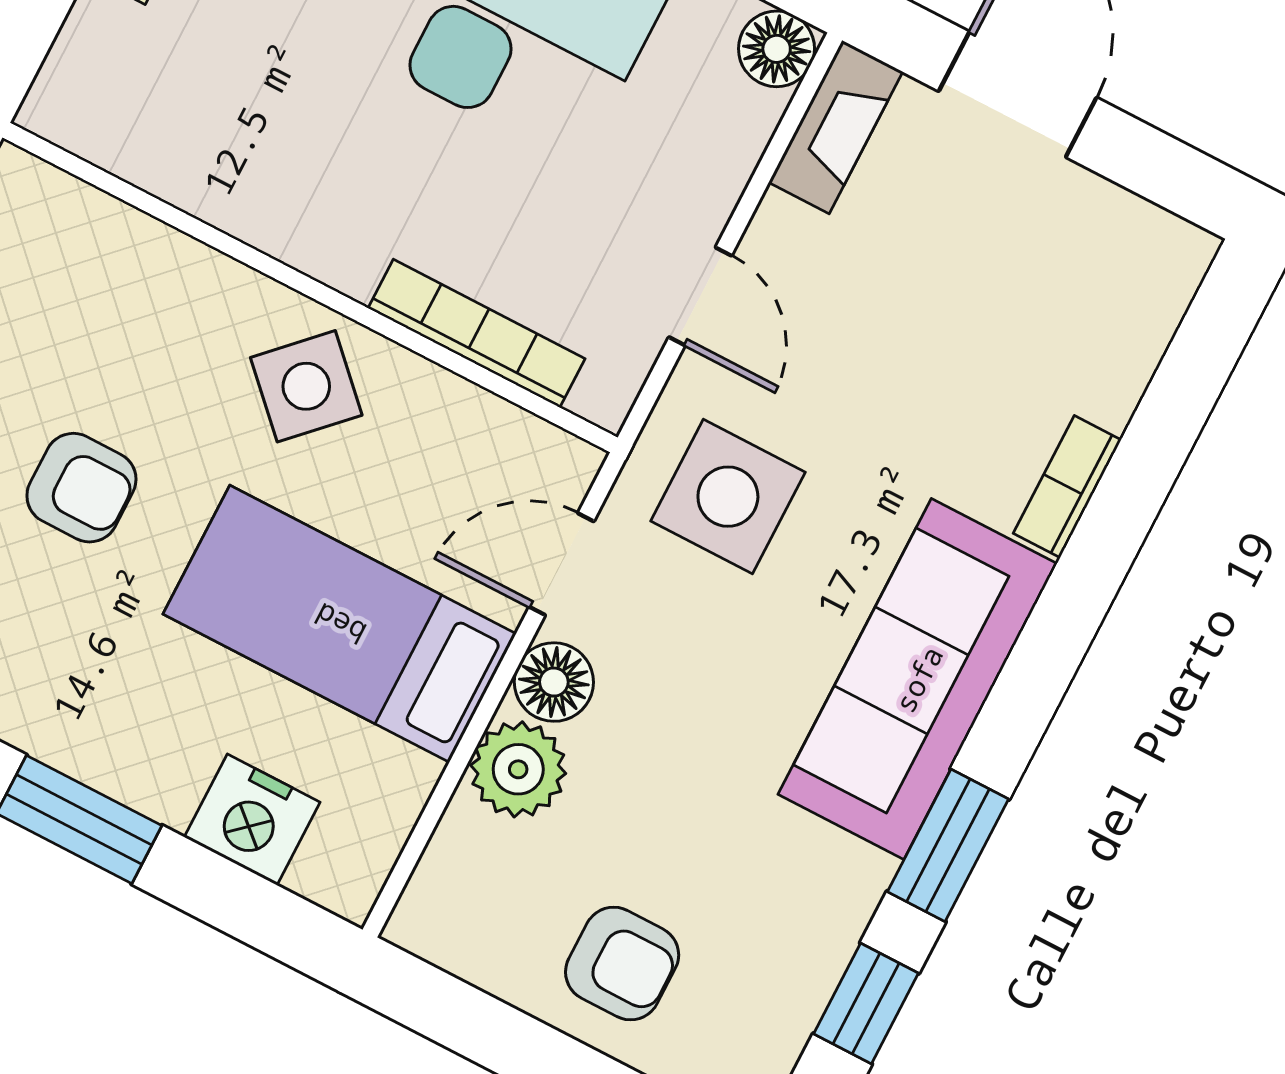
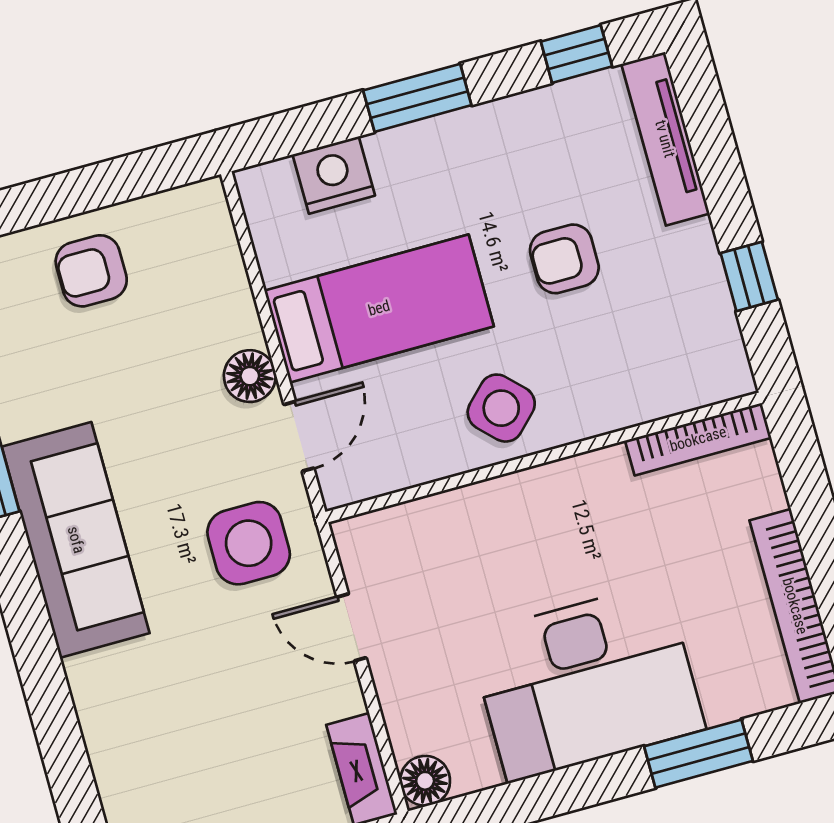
bookcase: (476, 333) -> (698, 439), moved
bookcase: (1067, 487) -> (89, 700), removed
plant: (518, 769) -> (228, 318), removed

